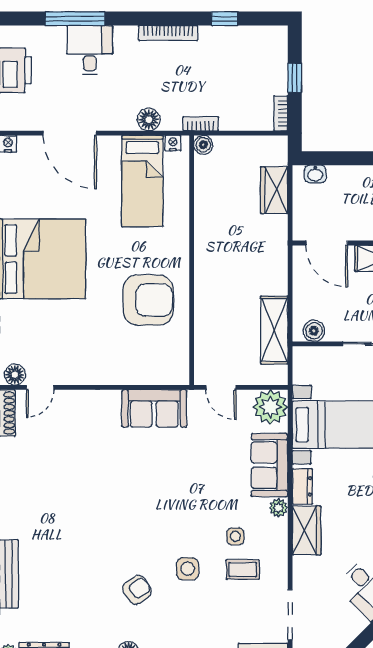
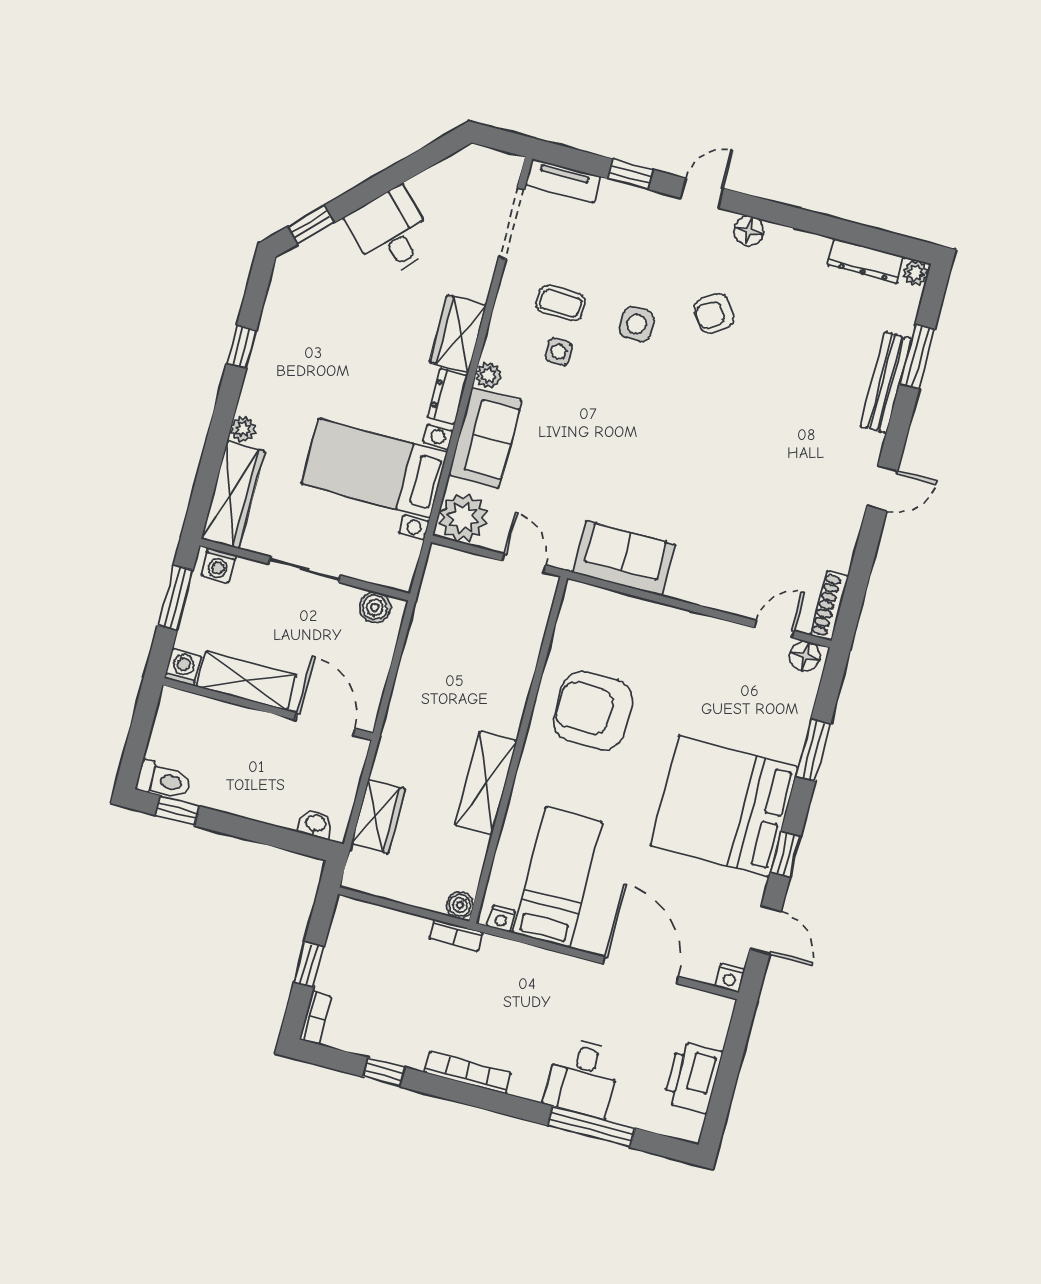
bookcase: (281, 113) -> (315, 1018), moved
floor lamp: (149, 120) -> (526, 960), removed
shelving: (274, 330) -> (486, 783), moved

